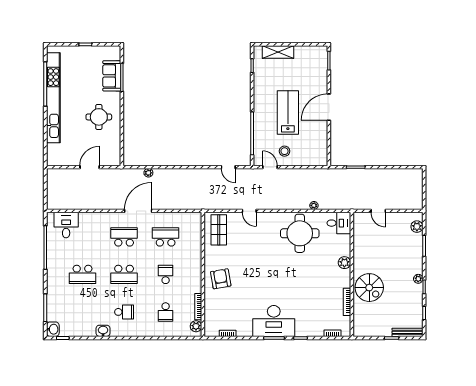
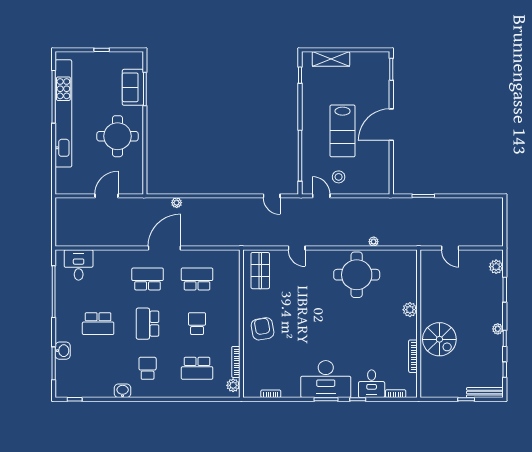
lab bench: (288, 112) -> (343, 131), turned 180
round table: (99, 117) -> (118, 136), width x1.36, depth x1.36
desk: (339, 223) -> (372, 384), moved, turned 90
school desk: (124, 274) -> (148, 324), turned 90
school desk: (124, 312) -> (148, 368), turned -90
school desk: (166, 312) -> (197, 368), width x1.85
washbasin: (53, 329) -> (63, 351), moved

